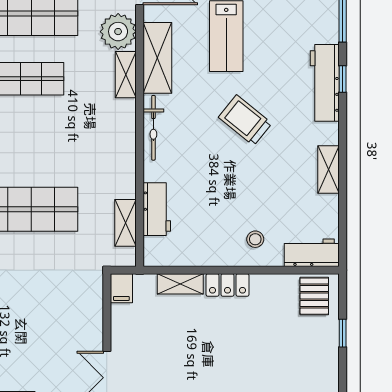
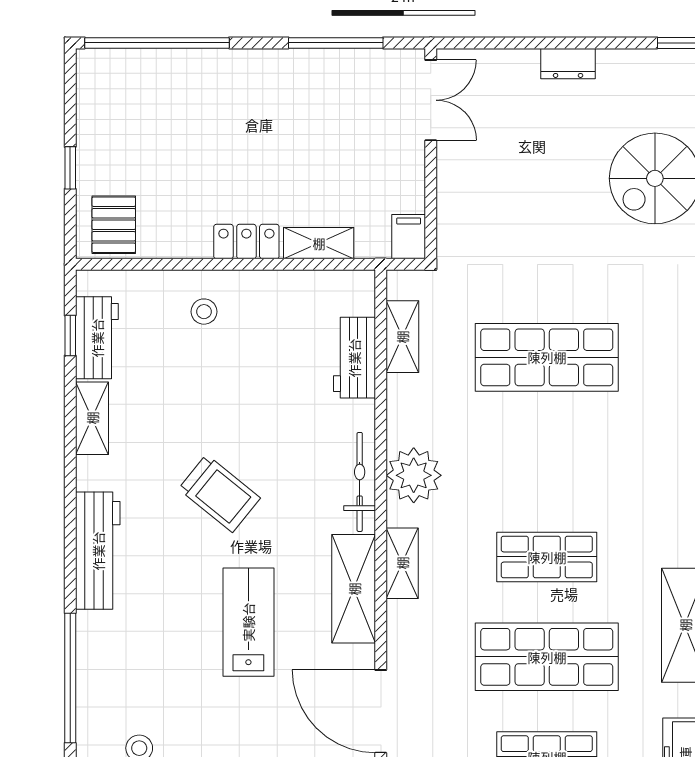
plant: (118, 32) -> (414, 475), moved
window: (343, 79) -> (70, 335), moved
workbench: (311, 253) -> (97, 338), moved, turned -90

